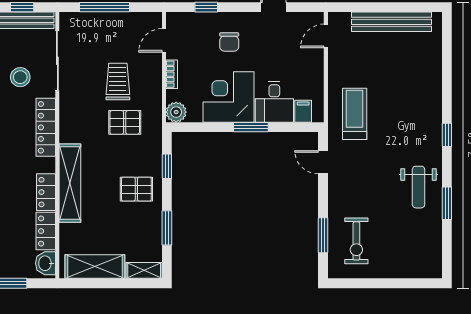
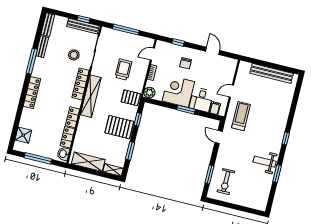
door: (326, 36) -> (231, 91), moved
pallet: (125, 122) -> (131, 98), moved
shelving: (70, 183) -> (91, 96), moved
weight bench: (419, 187) -> (265, 162), turned 90
pallet: (136, 189) -> (119, 127), width x1.50, depth x1.42

